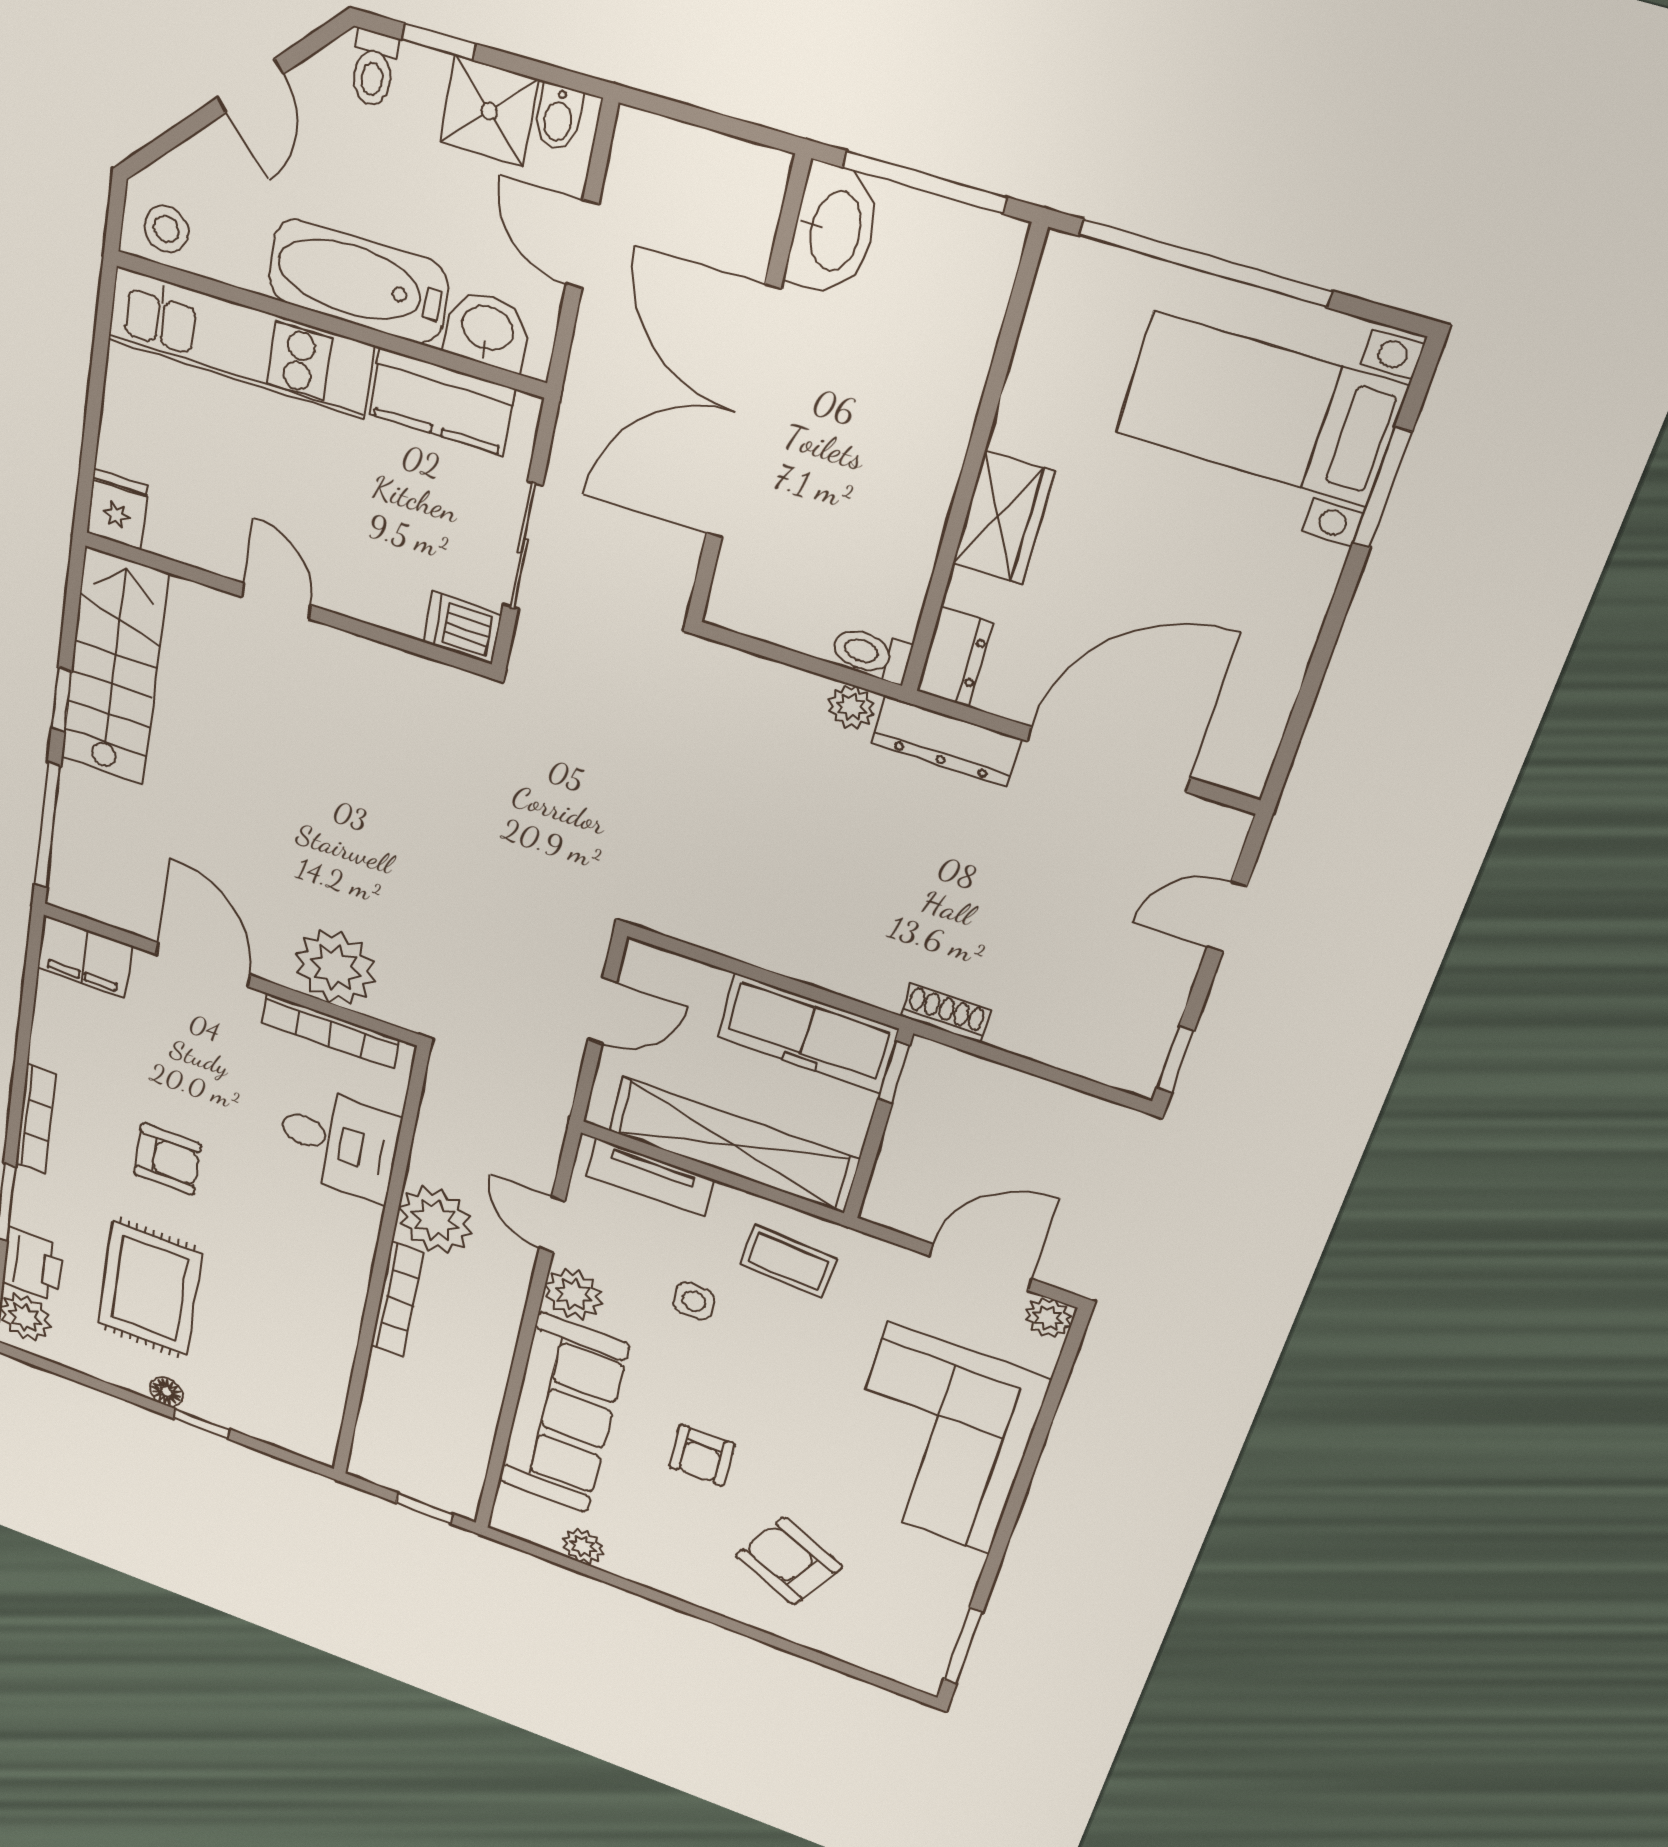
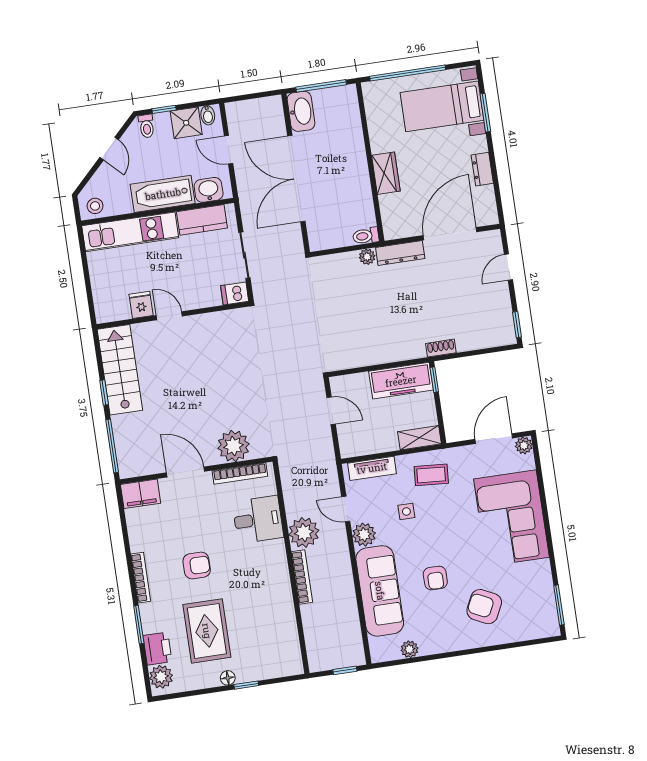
fridge: (117, 509) -> (141, 305), moved
dresser: (955, 657) -> (482, 169), moved, turned 180
door: (602, 1011) -> (331, 411), hinge flipped
shelving: (733, 1145) -> (419, 438), width x0.45, depth x0.75

